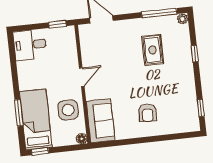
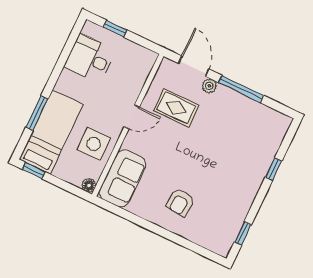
window: (159, 13) -> (241, 89), moved
plant: (183, 19) -> (209, 86), moved
window: (58, 24) -> (115, 29), moved
desk: (30, 45) -> (90, 59), moved
rug: (153, 50) -> (176, 108), moved, turned 90

